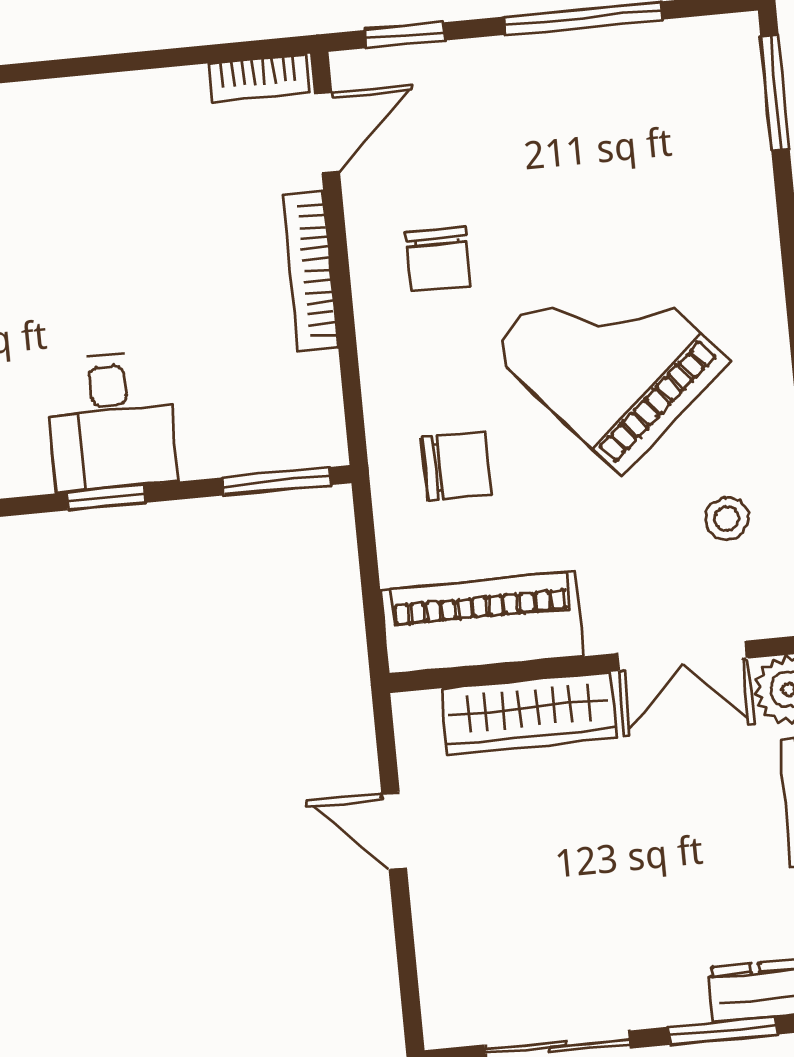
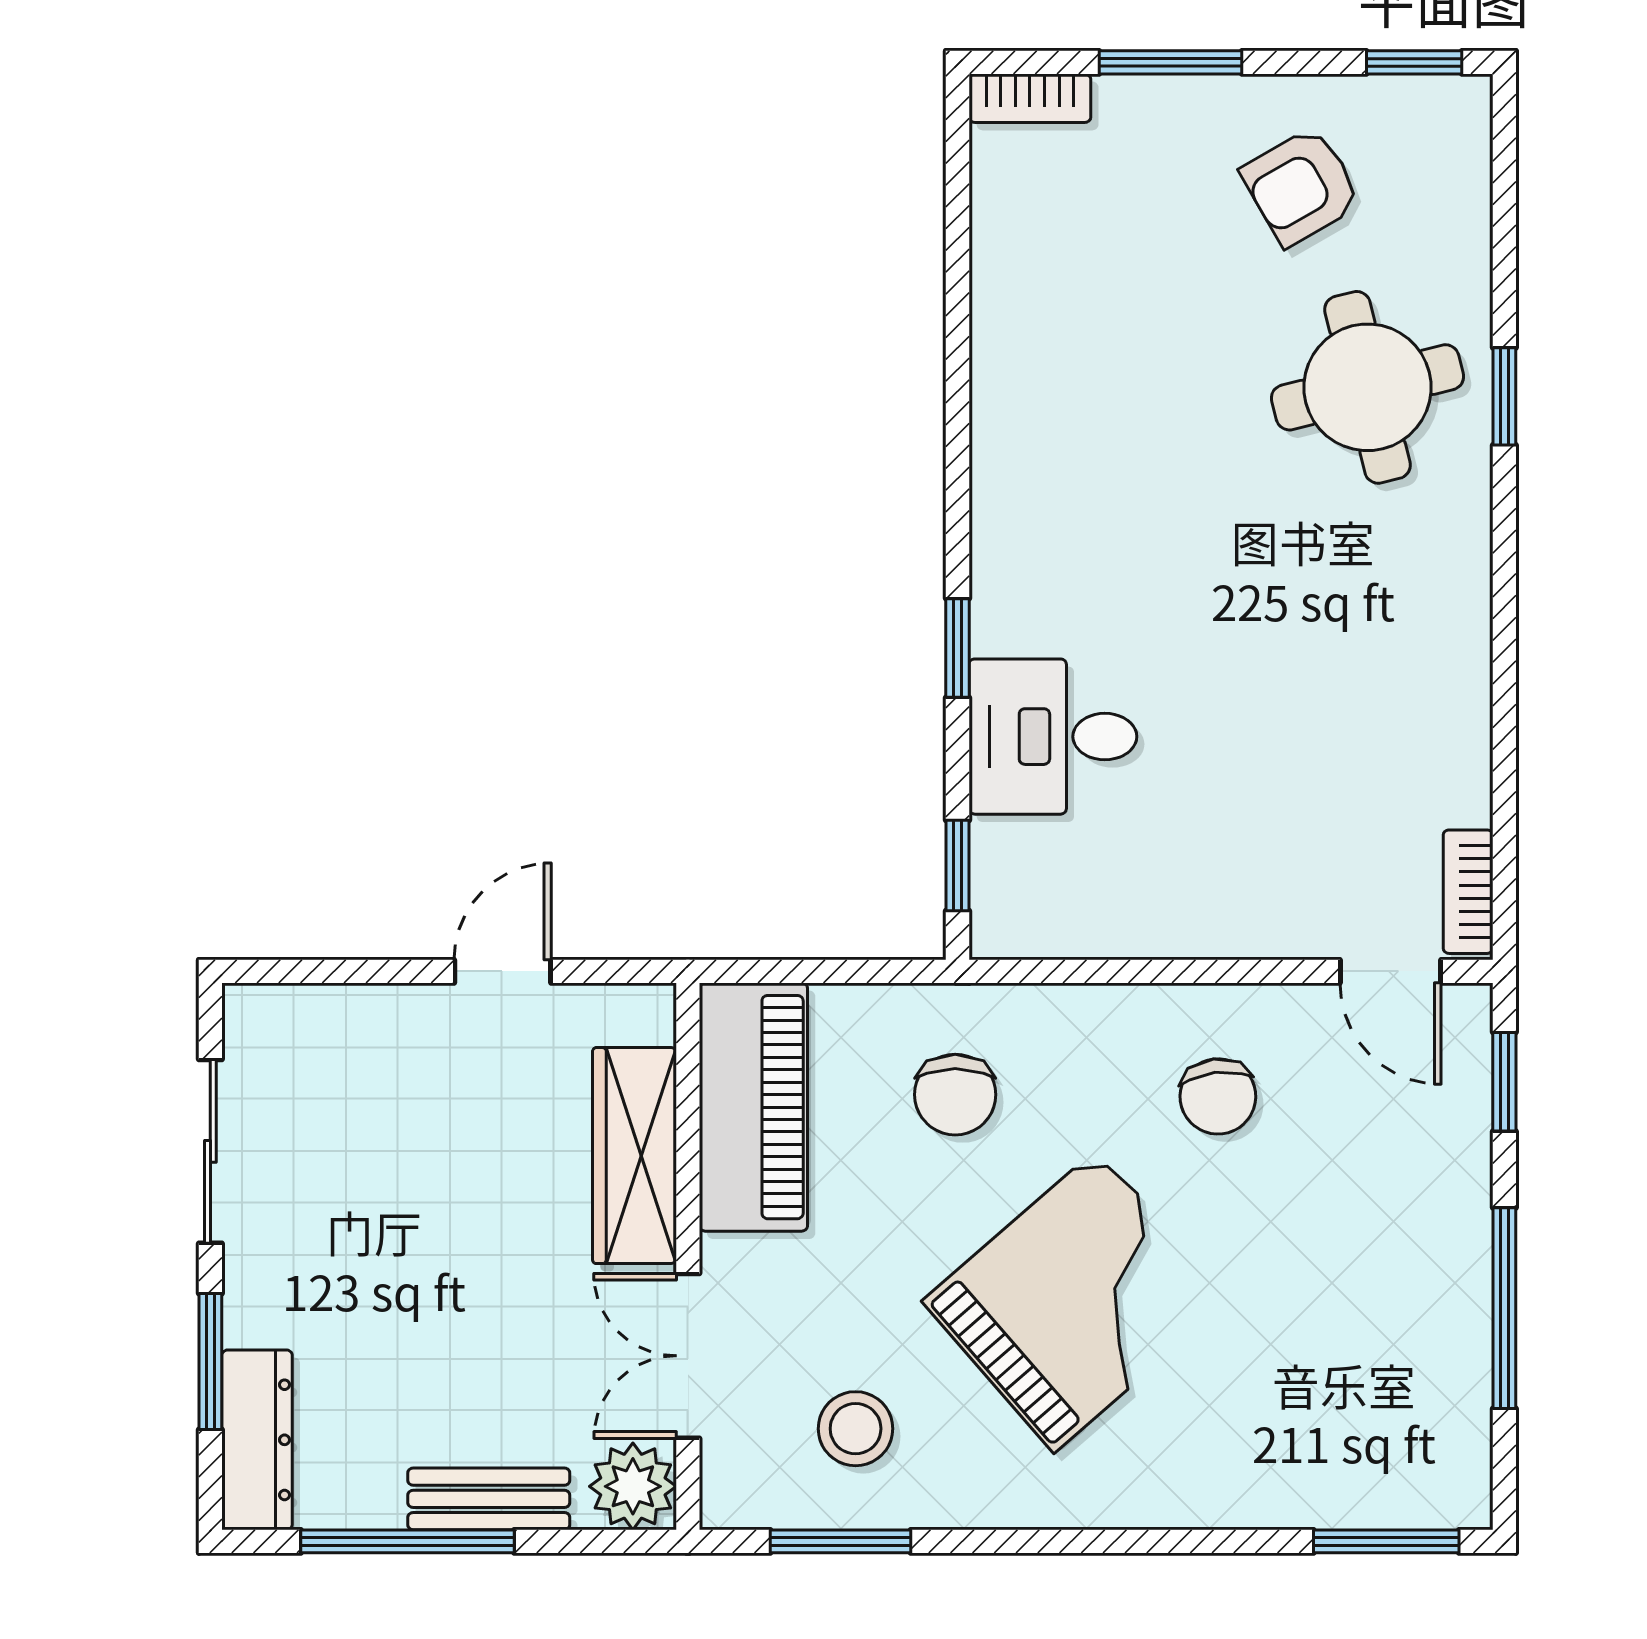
chair: (438, 259) -> (1218, 1096), turned -97
bookcase: (311, 271) -> (1219, 934), removed
desk: (111, 422) -> (1053, 737), moved
window: (277, 481) -> (957, 865), width x0.67
stool: (727, 519) -> (856, 1429), width x1.37, depth x1.37

